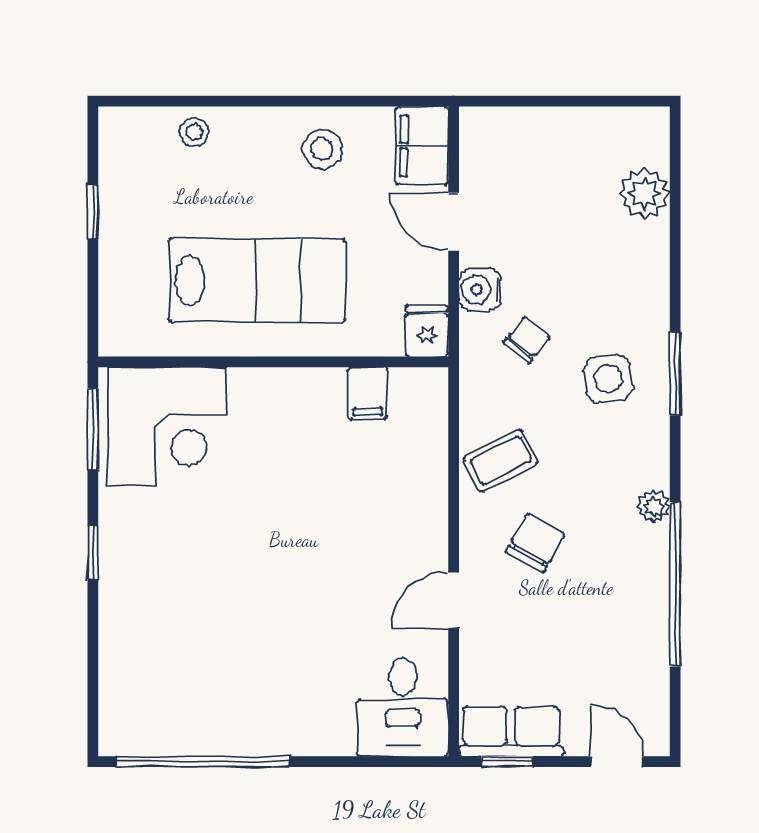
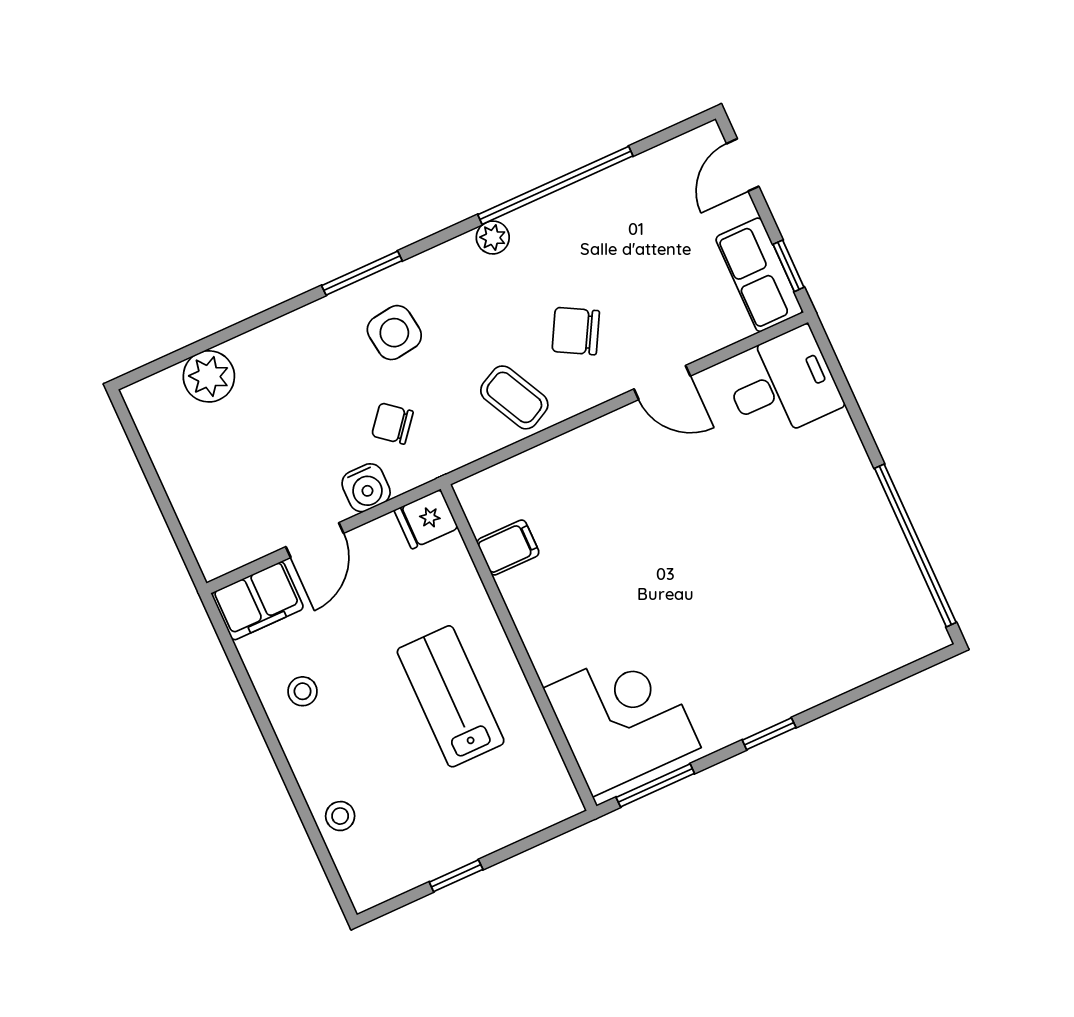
stool: (322, 149) -> (303, 691), width x0.73, depth x0.73
lab bench: (257, 281) -> (451, 696), width x0.73, depth x0.72

